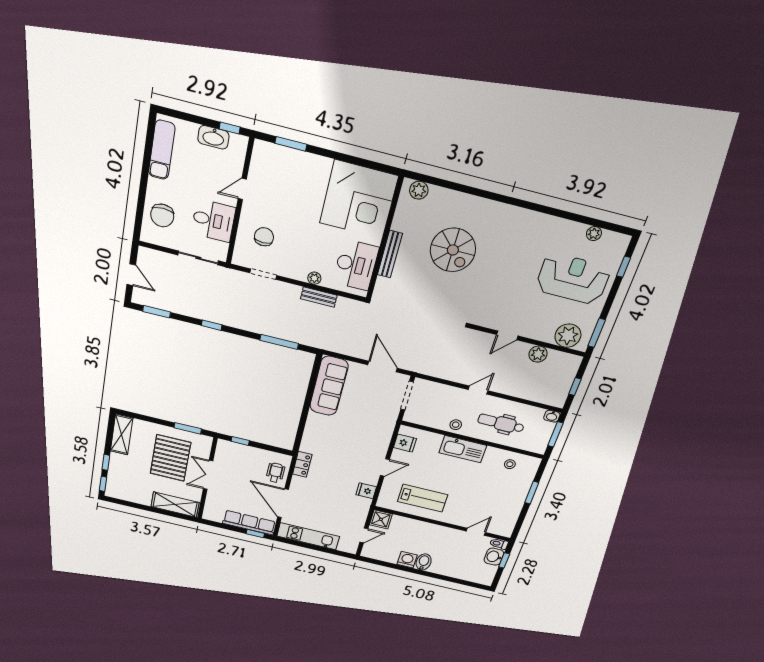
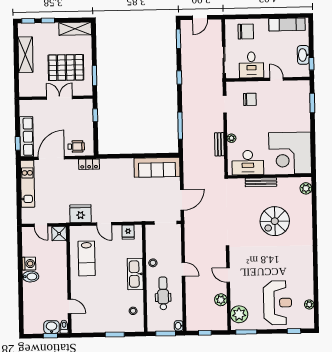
chair: (162, 215) -> (246, 32), turned 180
fridge: (366, 491) -> (81, 214), width x1.88, depth x1.34
shelving: (175, 505) -> (25, 55), moved

